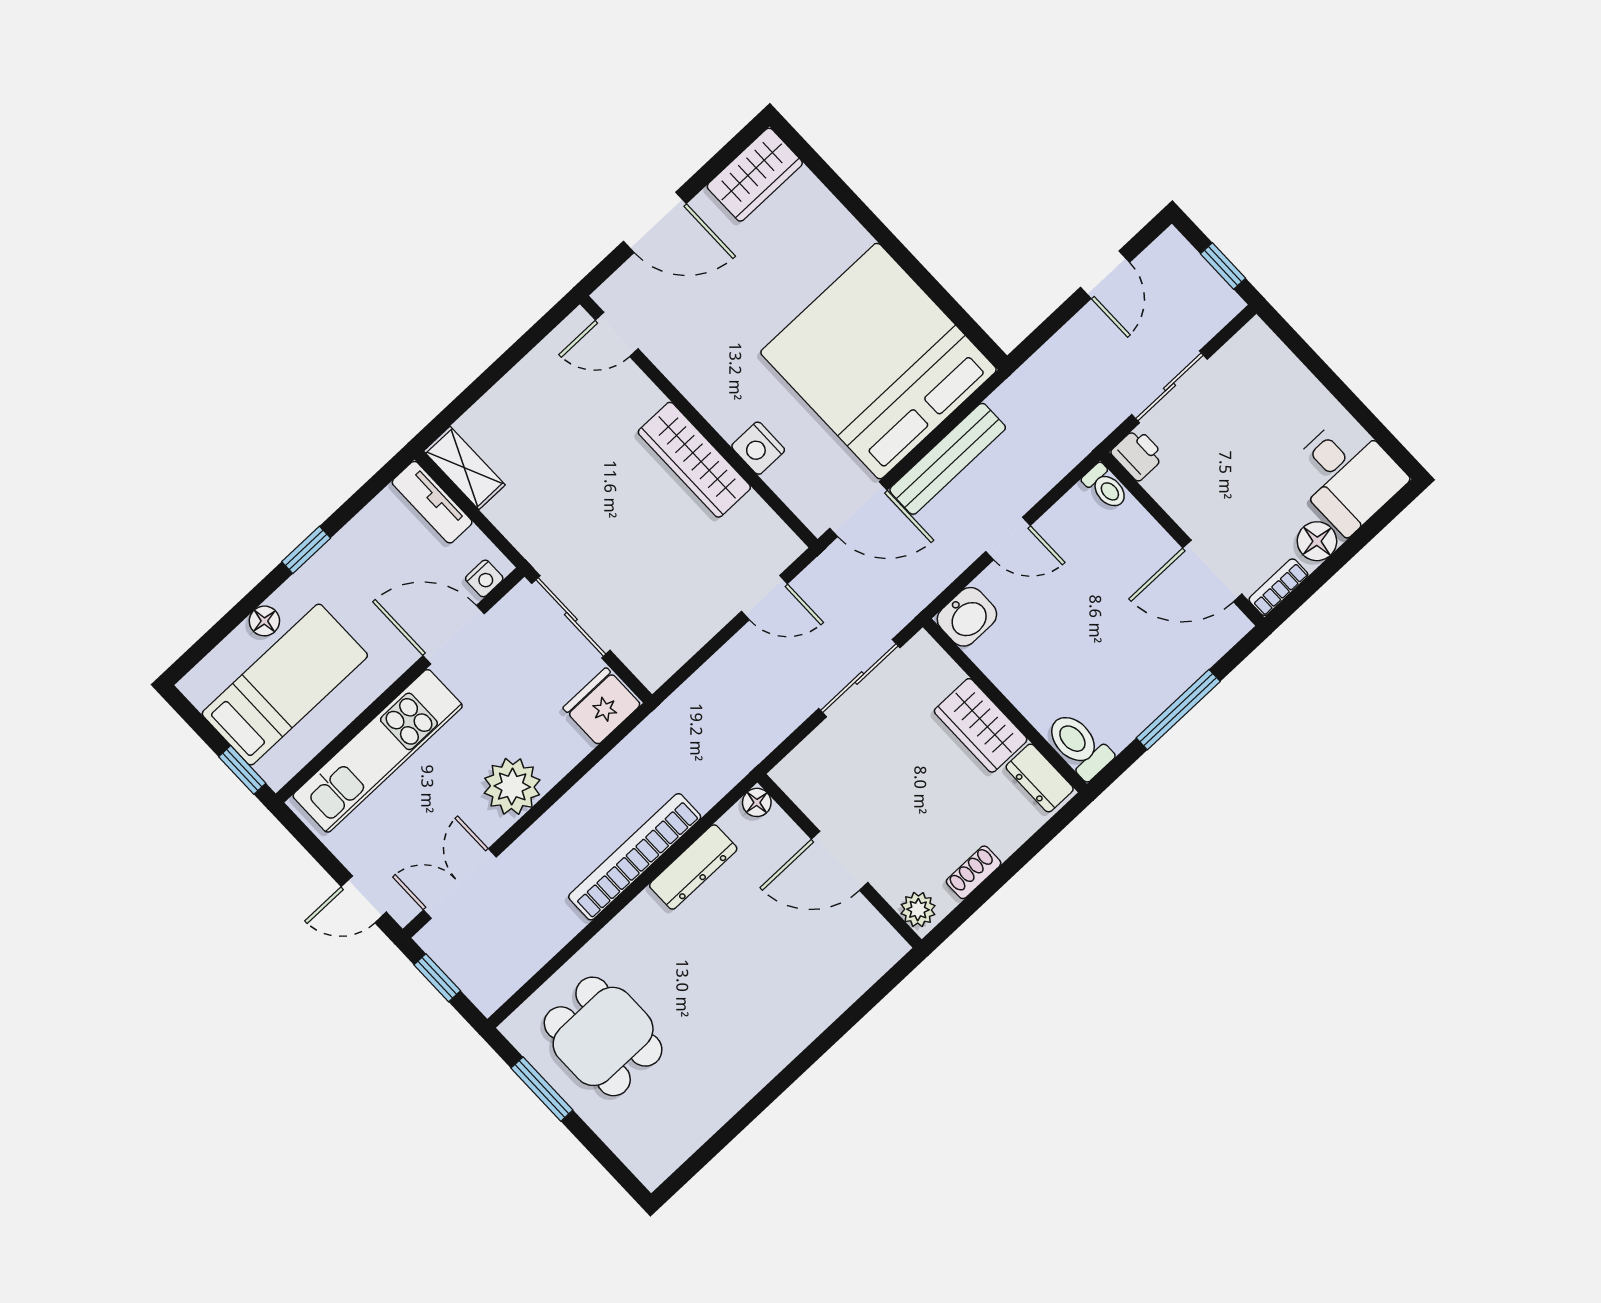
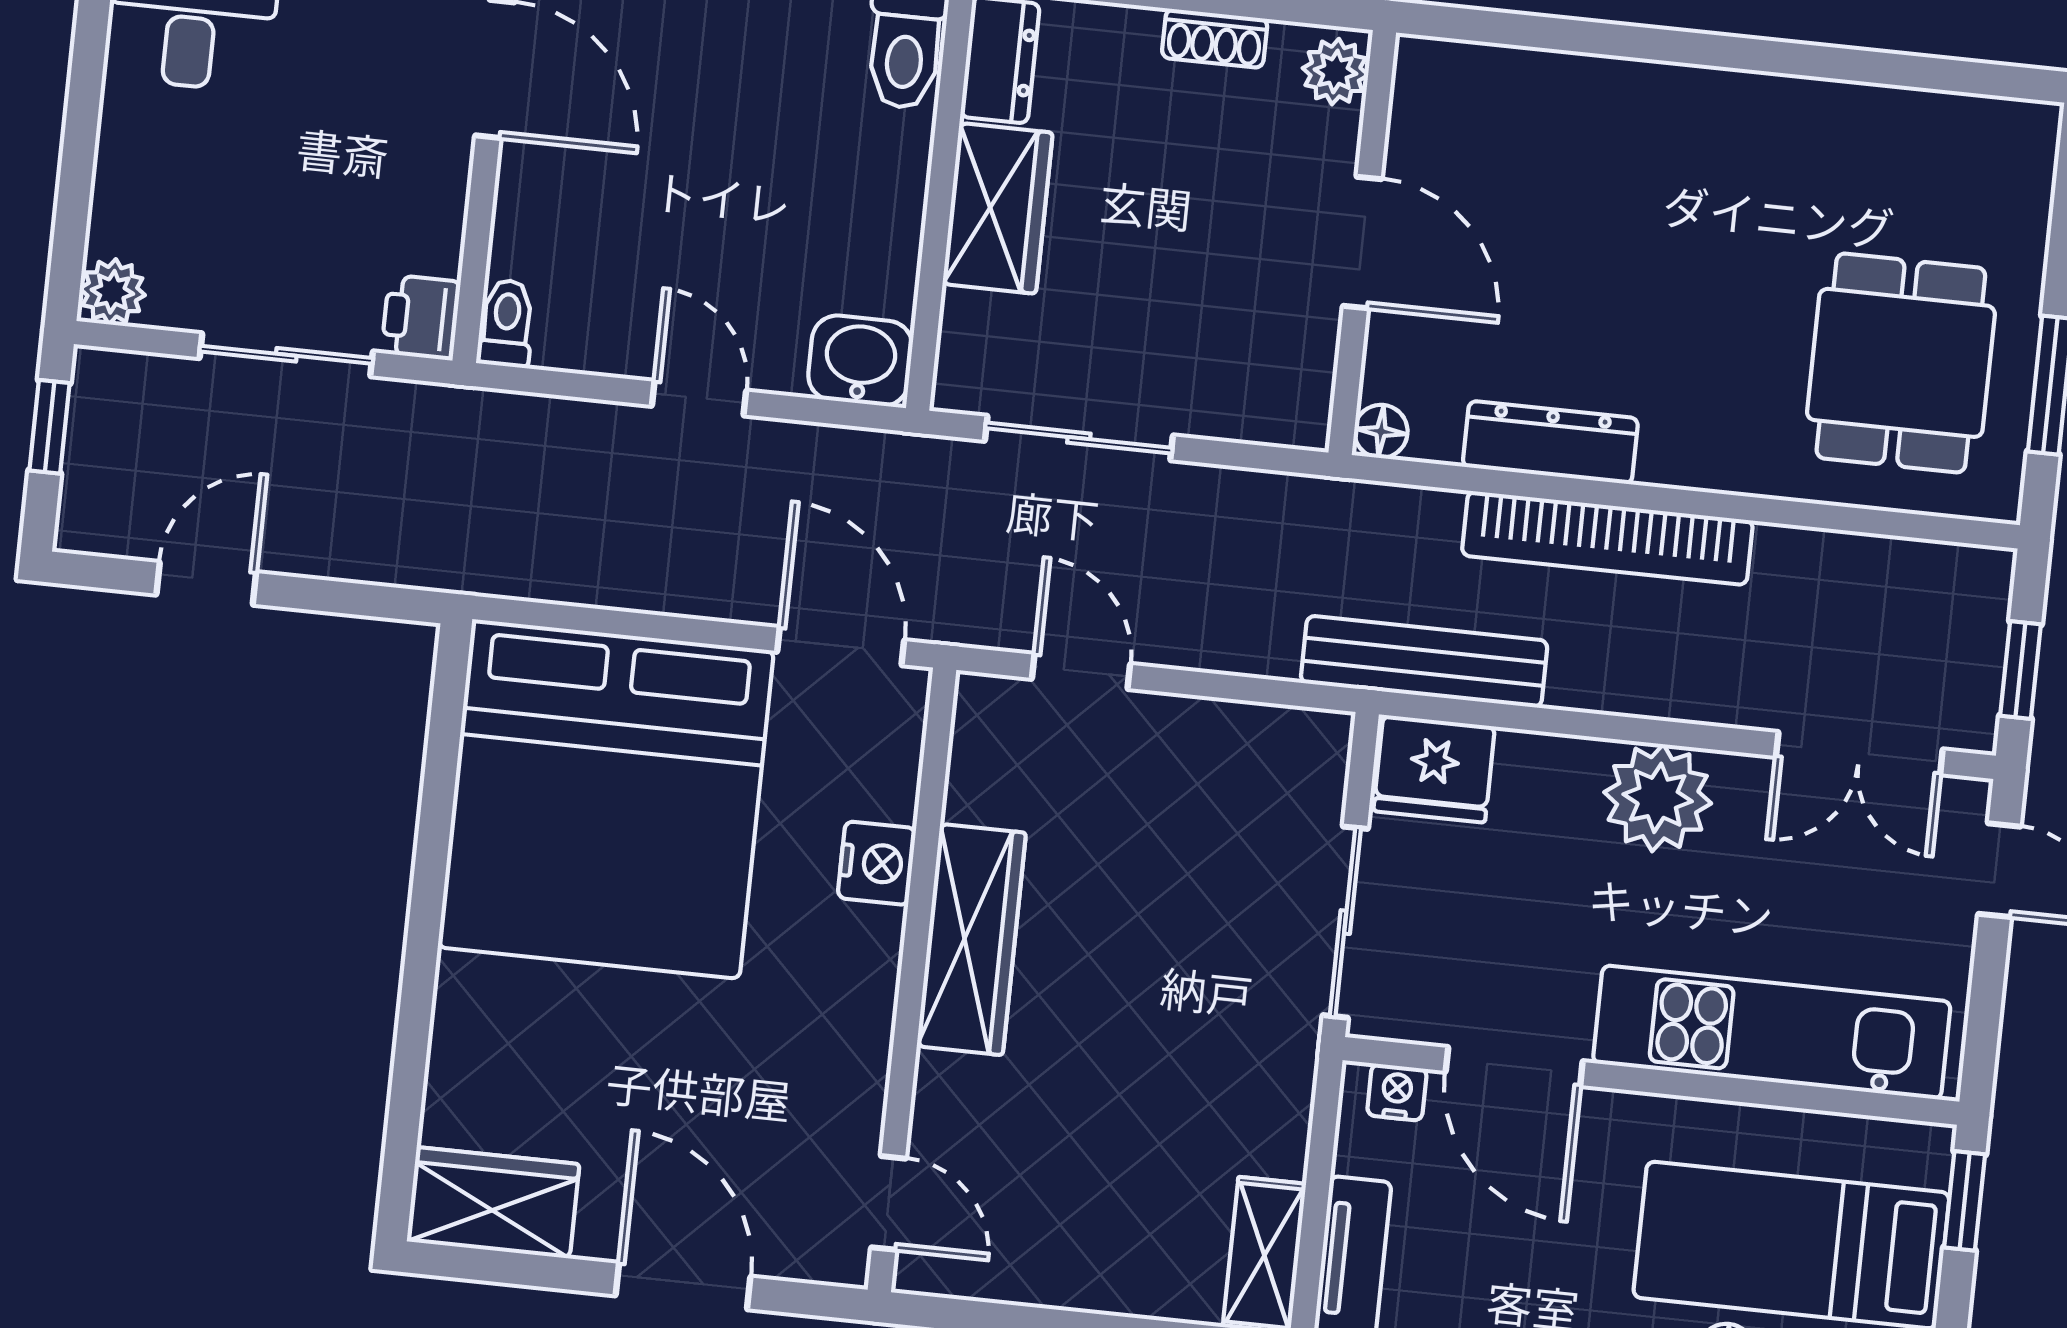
plant: (1256, 339) -> (112, 292), added
bench: (948, 459) -> (1424, 662), moved

